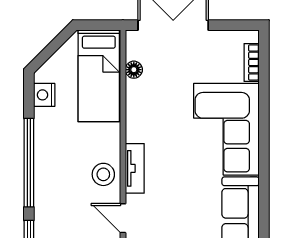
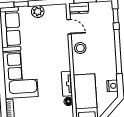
tv unit: (135, 168) -> (67, 84), moved

